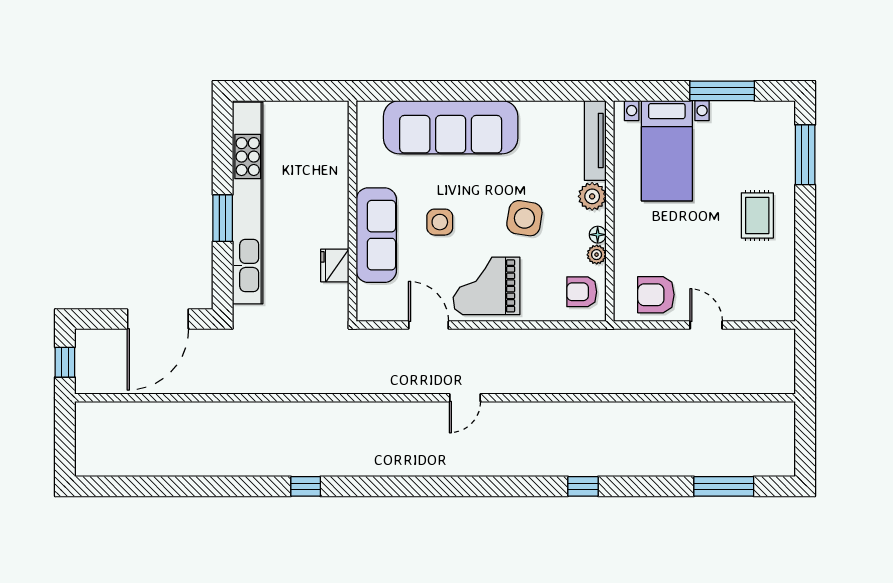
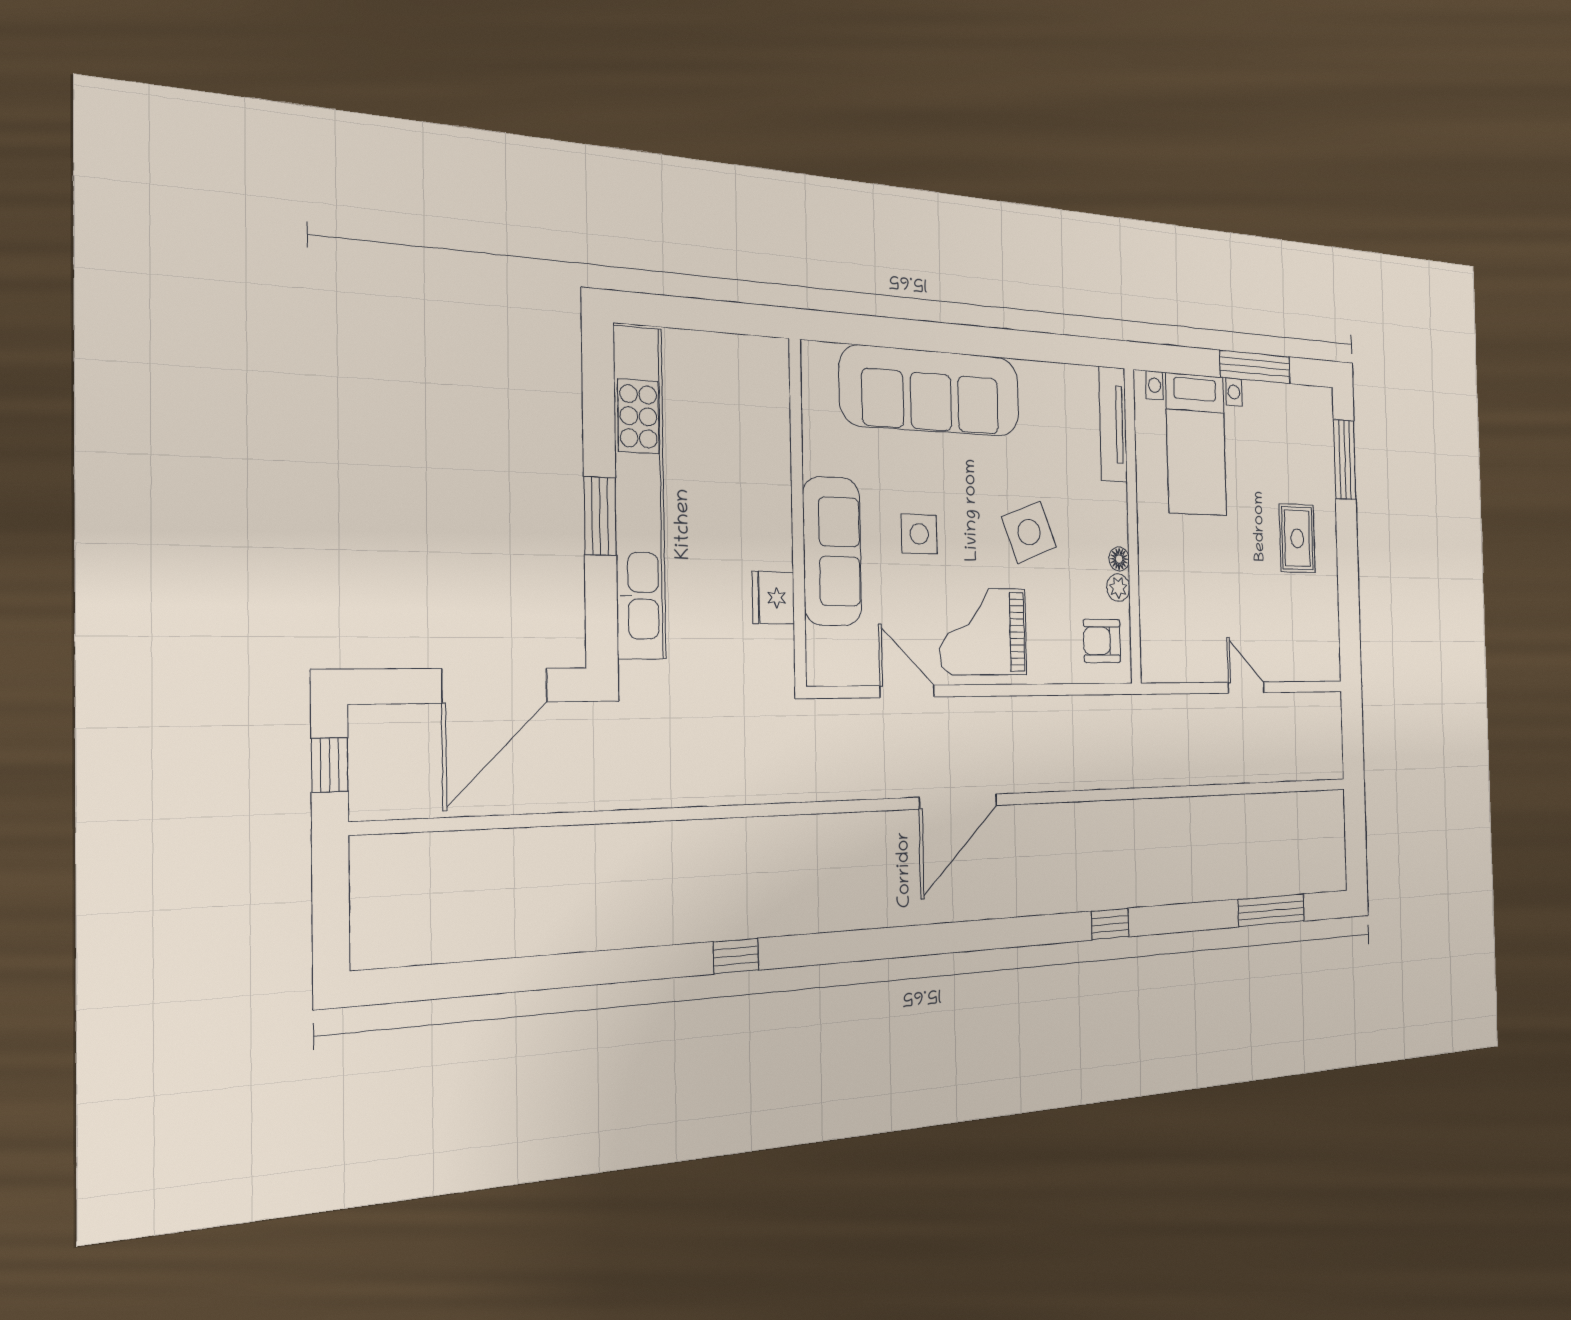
plant: (592, 196) -> (1111, 504), removed
side table: (524, 218) -> (1029, 532), turned -30
armchair: (656, 295) -> (1189, 645), removed
door: (465, 398) -> (958, 801), width x1.88

